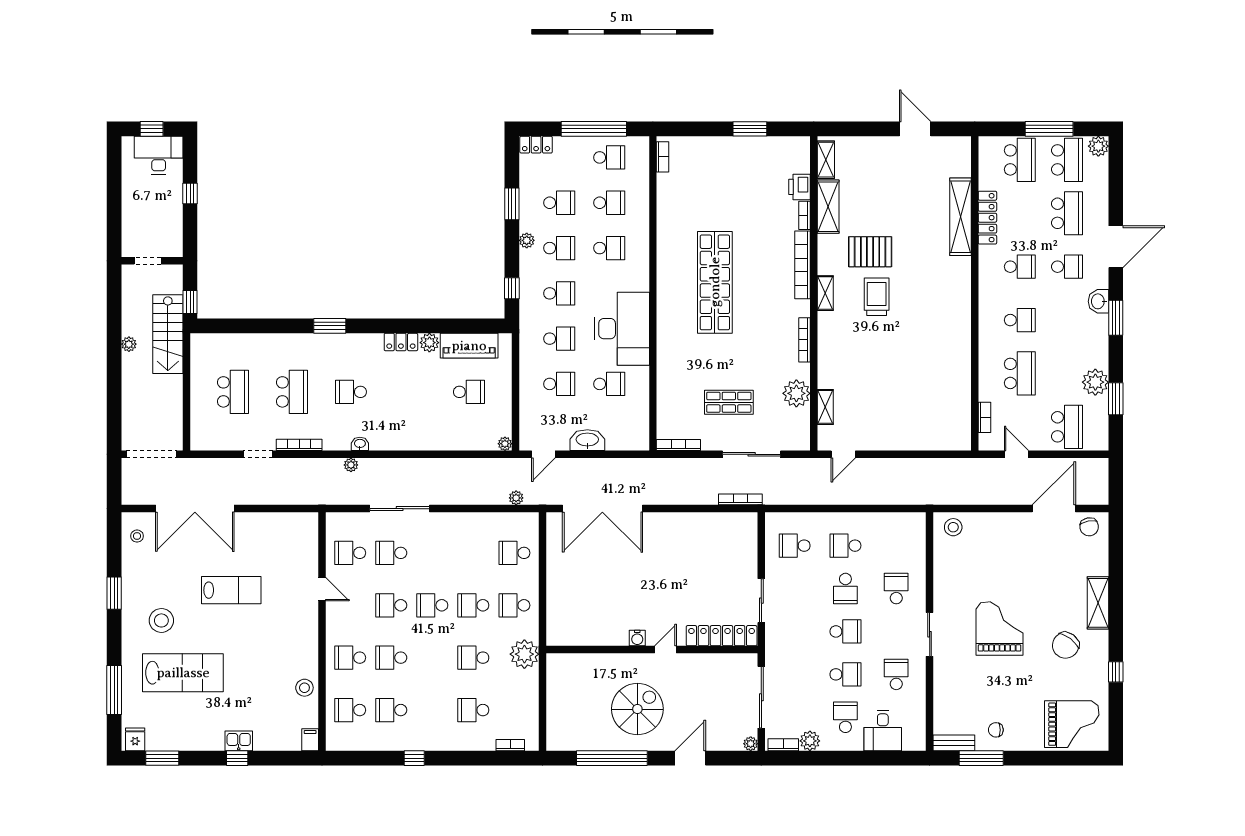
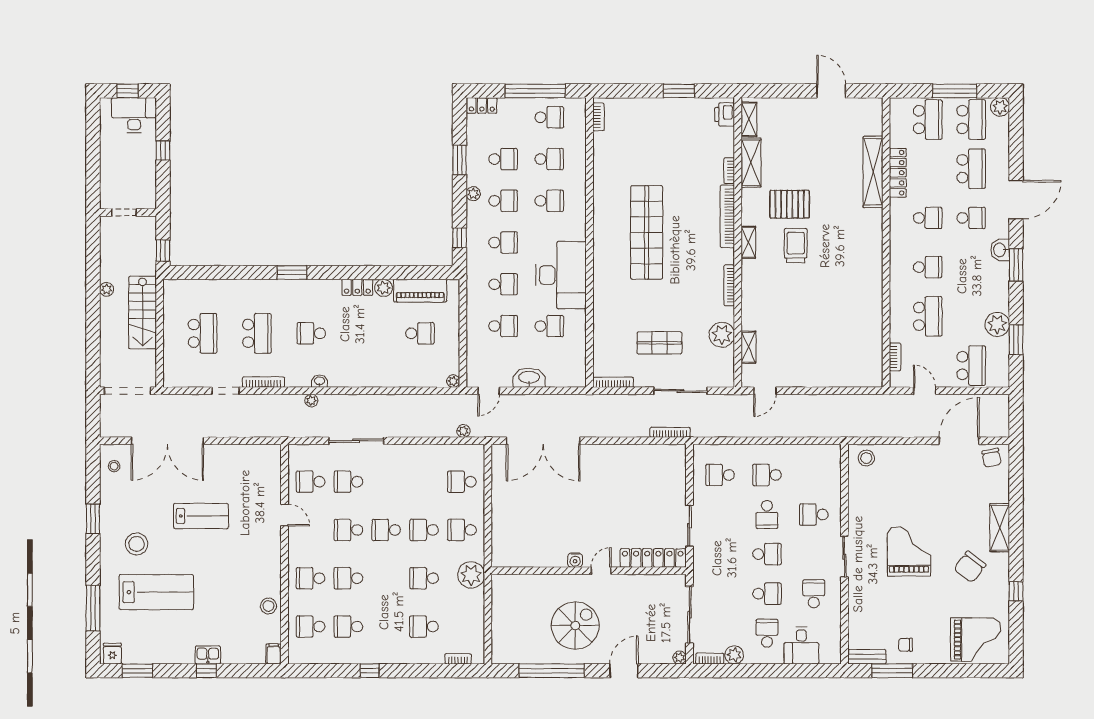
printer: (800, 187) -> (725, 114), moved
stairs: (168, 334) -> (143, 312), moved
school desk: (896, 589) -> (814, 515), turned -90

